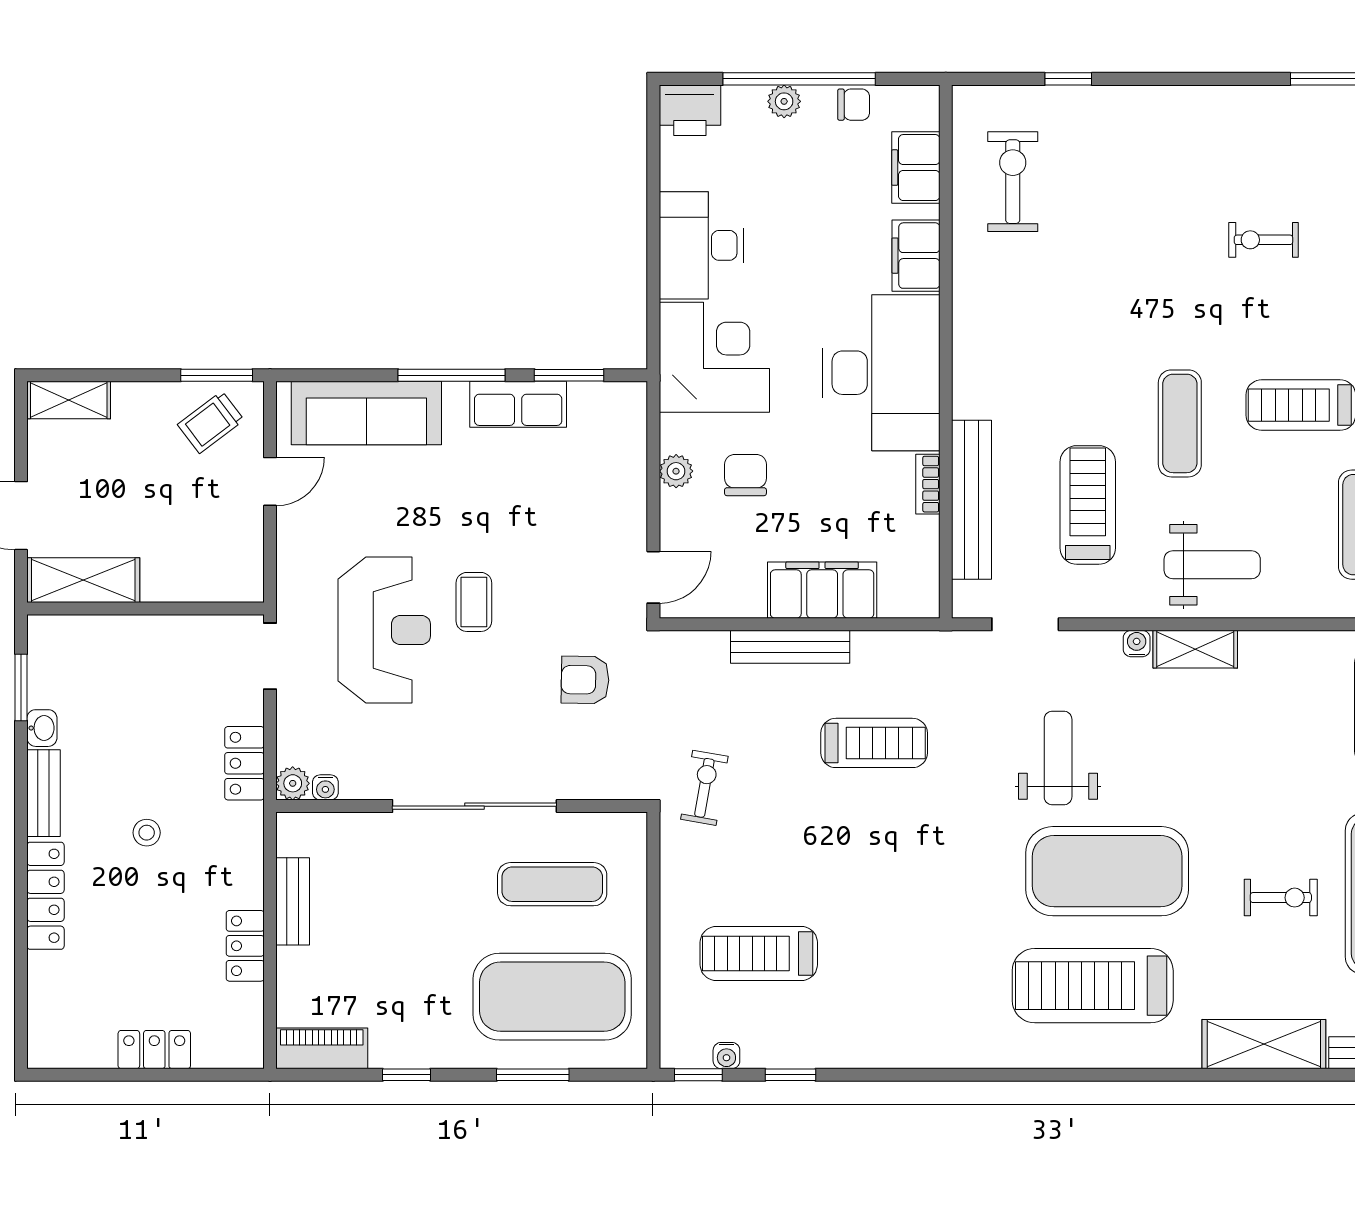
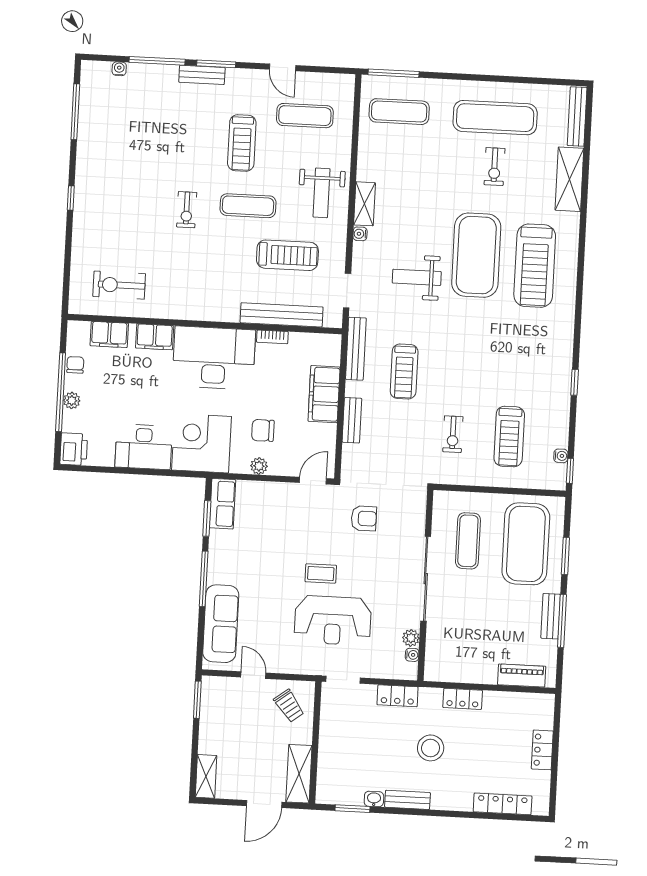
window: (1068, 79) -> (71, 198), moved
exercise bike: (1263, 240) -> (187, 210), moved
row of seats: (518, 404) -> (223, 504), moved
trolley: (211, 422) -> (289, 706), moved
treadmill: (1088, 505) -> (287, 255), turned 180
weight bench: (1212, 565) -> (322, 193), turned 180
door: (653, 577) -> (313, 481), hinge flipped
reception desk: (384, 630) -> (333, 620), turned 180
bench: (790, 647) -> (352, 420), width x0.73
bench: (913, 647) -> (356, 349), added
armchair: (585, 680) -> (364, 518), turned -91
treadmill: (874, 743) -> (404, 371), turned 180
plant: (293, 783) -> (411, 638), moved
exercise bike: (704, 788) -> (453, 434), moved, turned -100
stool: (147, 833) -> (431, 748), width x1.89, depth x1.89
locker: (46, 896) -> (503, 804), moved
exercise bike: (1281, 898) -> (494, 167), turned 180
bench: (293, 901) -> (551, 616), moved, turned 90
locker: (245, 946) -> (463, 699), moved
piano: (322, 1048) -> (522, 676), moved, turned 90
window: (406, 1075) -> (562, 621), width x2.17
window: (790, 1075) -> (575, 382), moved

